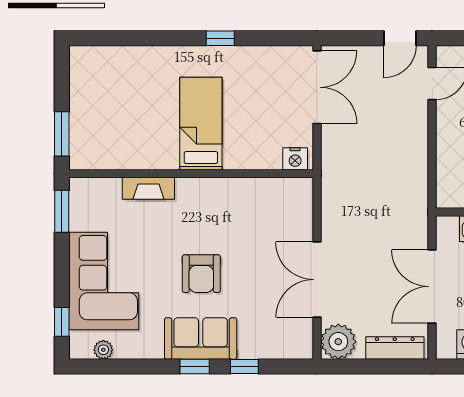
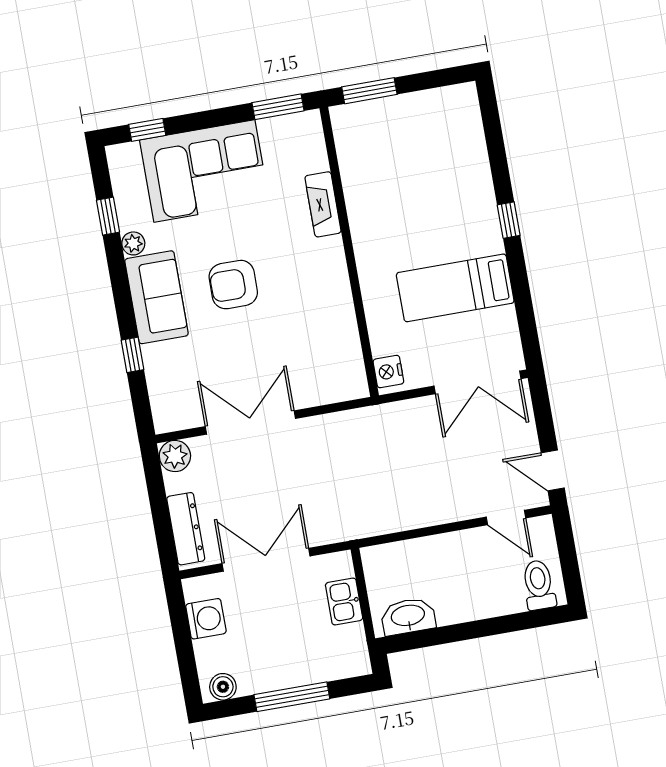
window: (220, 38) -> (509, 220), moved
bed: (201, 124) -> (455, 288), moved, turned 180
plant: (338, 342) -> (175, 456), width x0.73, depth x0.73
plant: (103, 350) -> (133, 243), moved
window: (195, 367) -> (108, 216), moved

